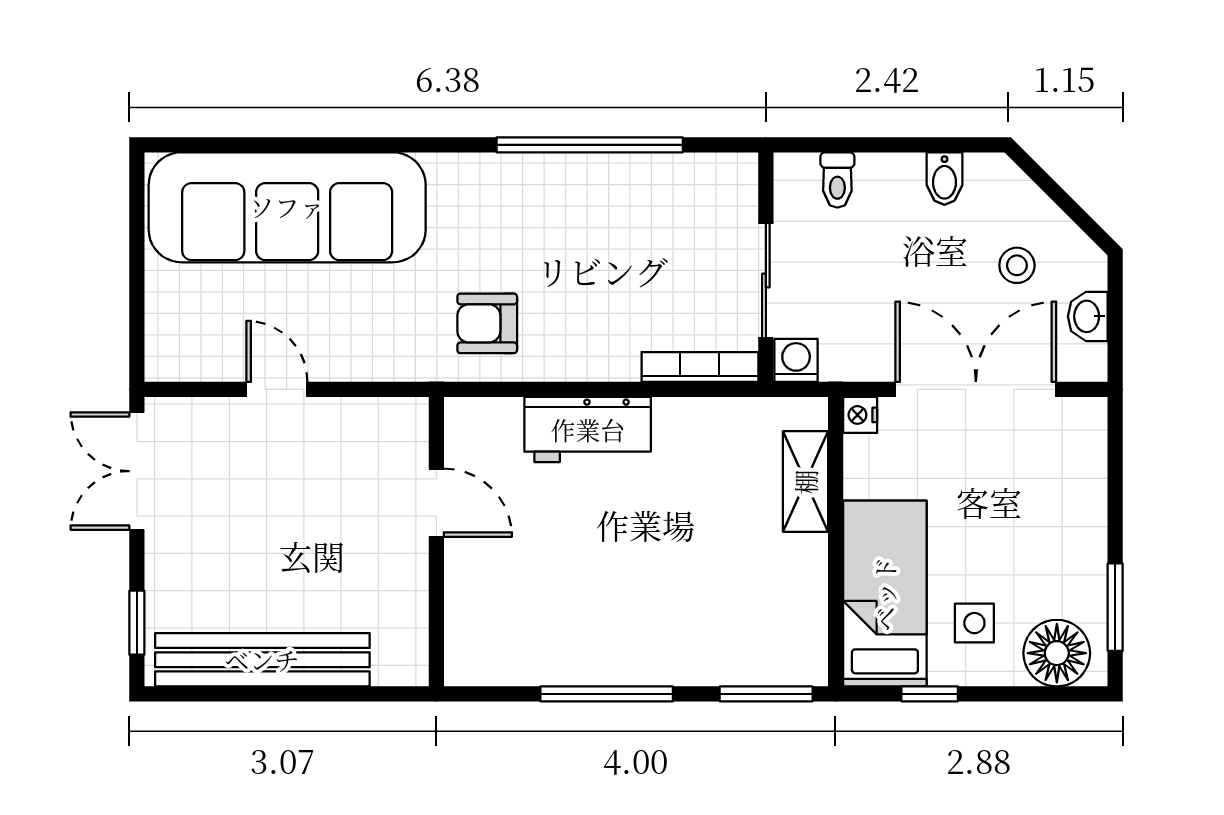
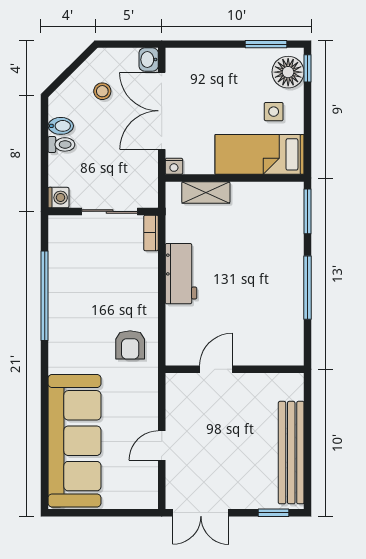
toilet: (837, 180) -> (61, 144), moved
washbasin: (1088, 316) -> (149, 60), moved, turned 90
washing machine: (796, 360) -> (58, 198), moved, turned 180
bookcase: (700, 367) -> (151, 233), width x0.64
workbench: (588, 430) -> (181, 274), moved
window: (930, 694) -> (308, 68), moved

